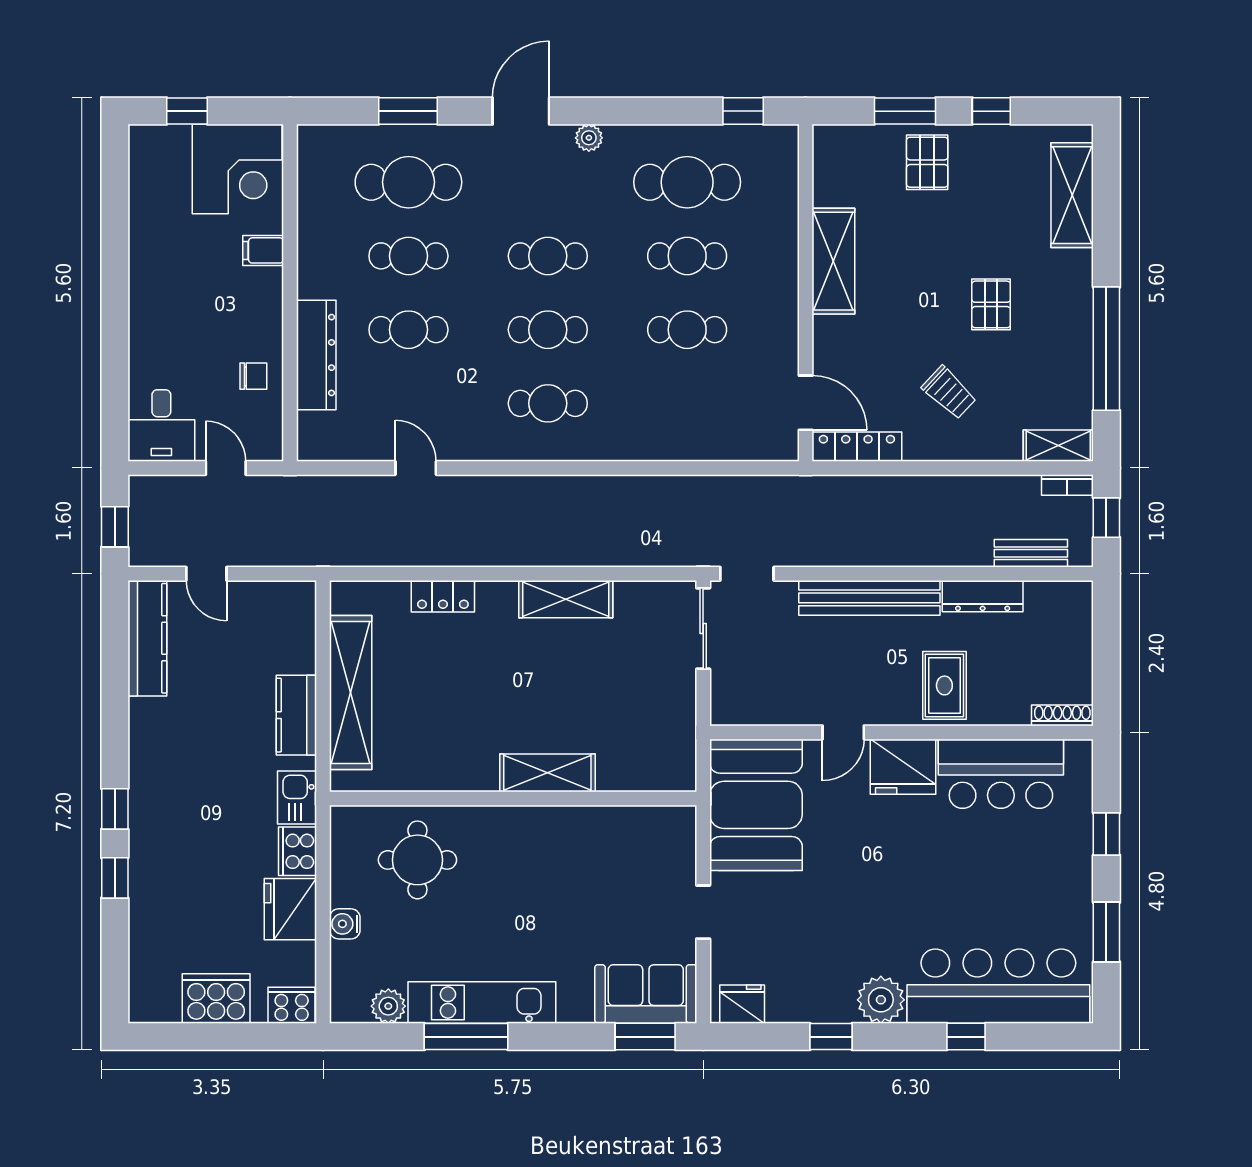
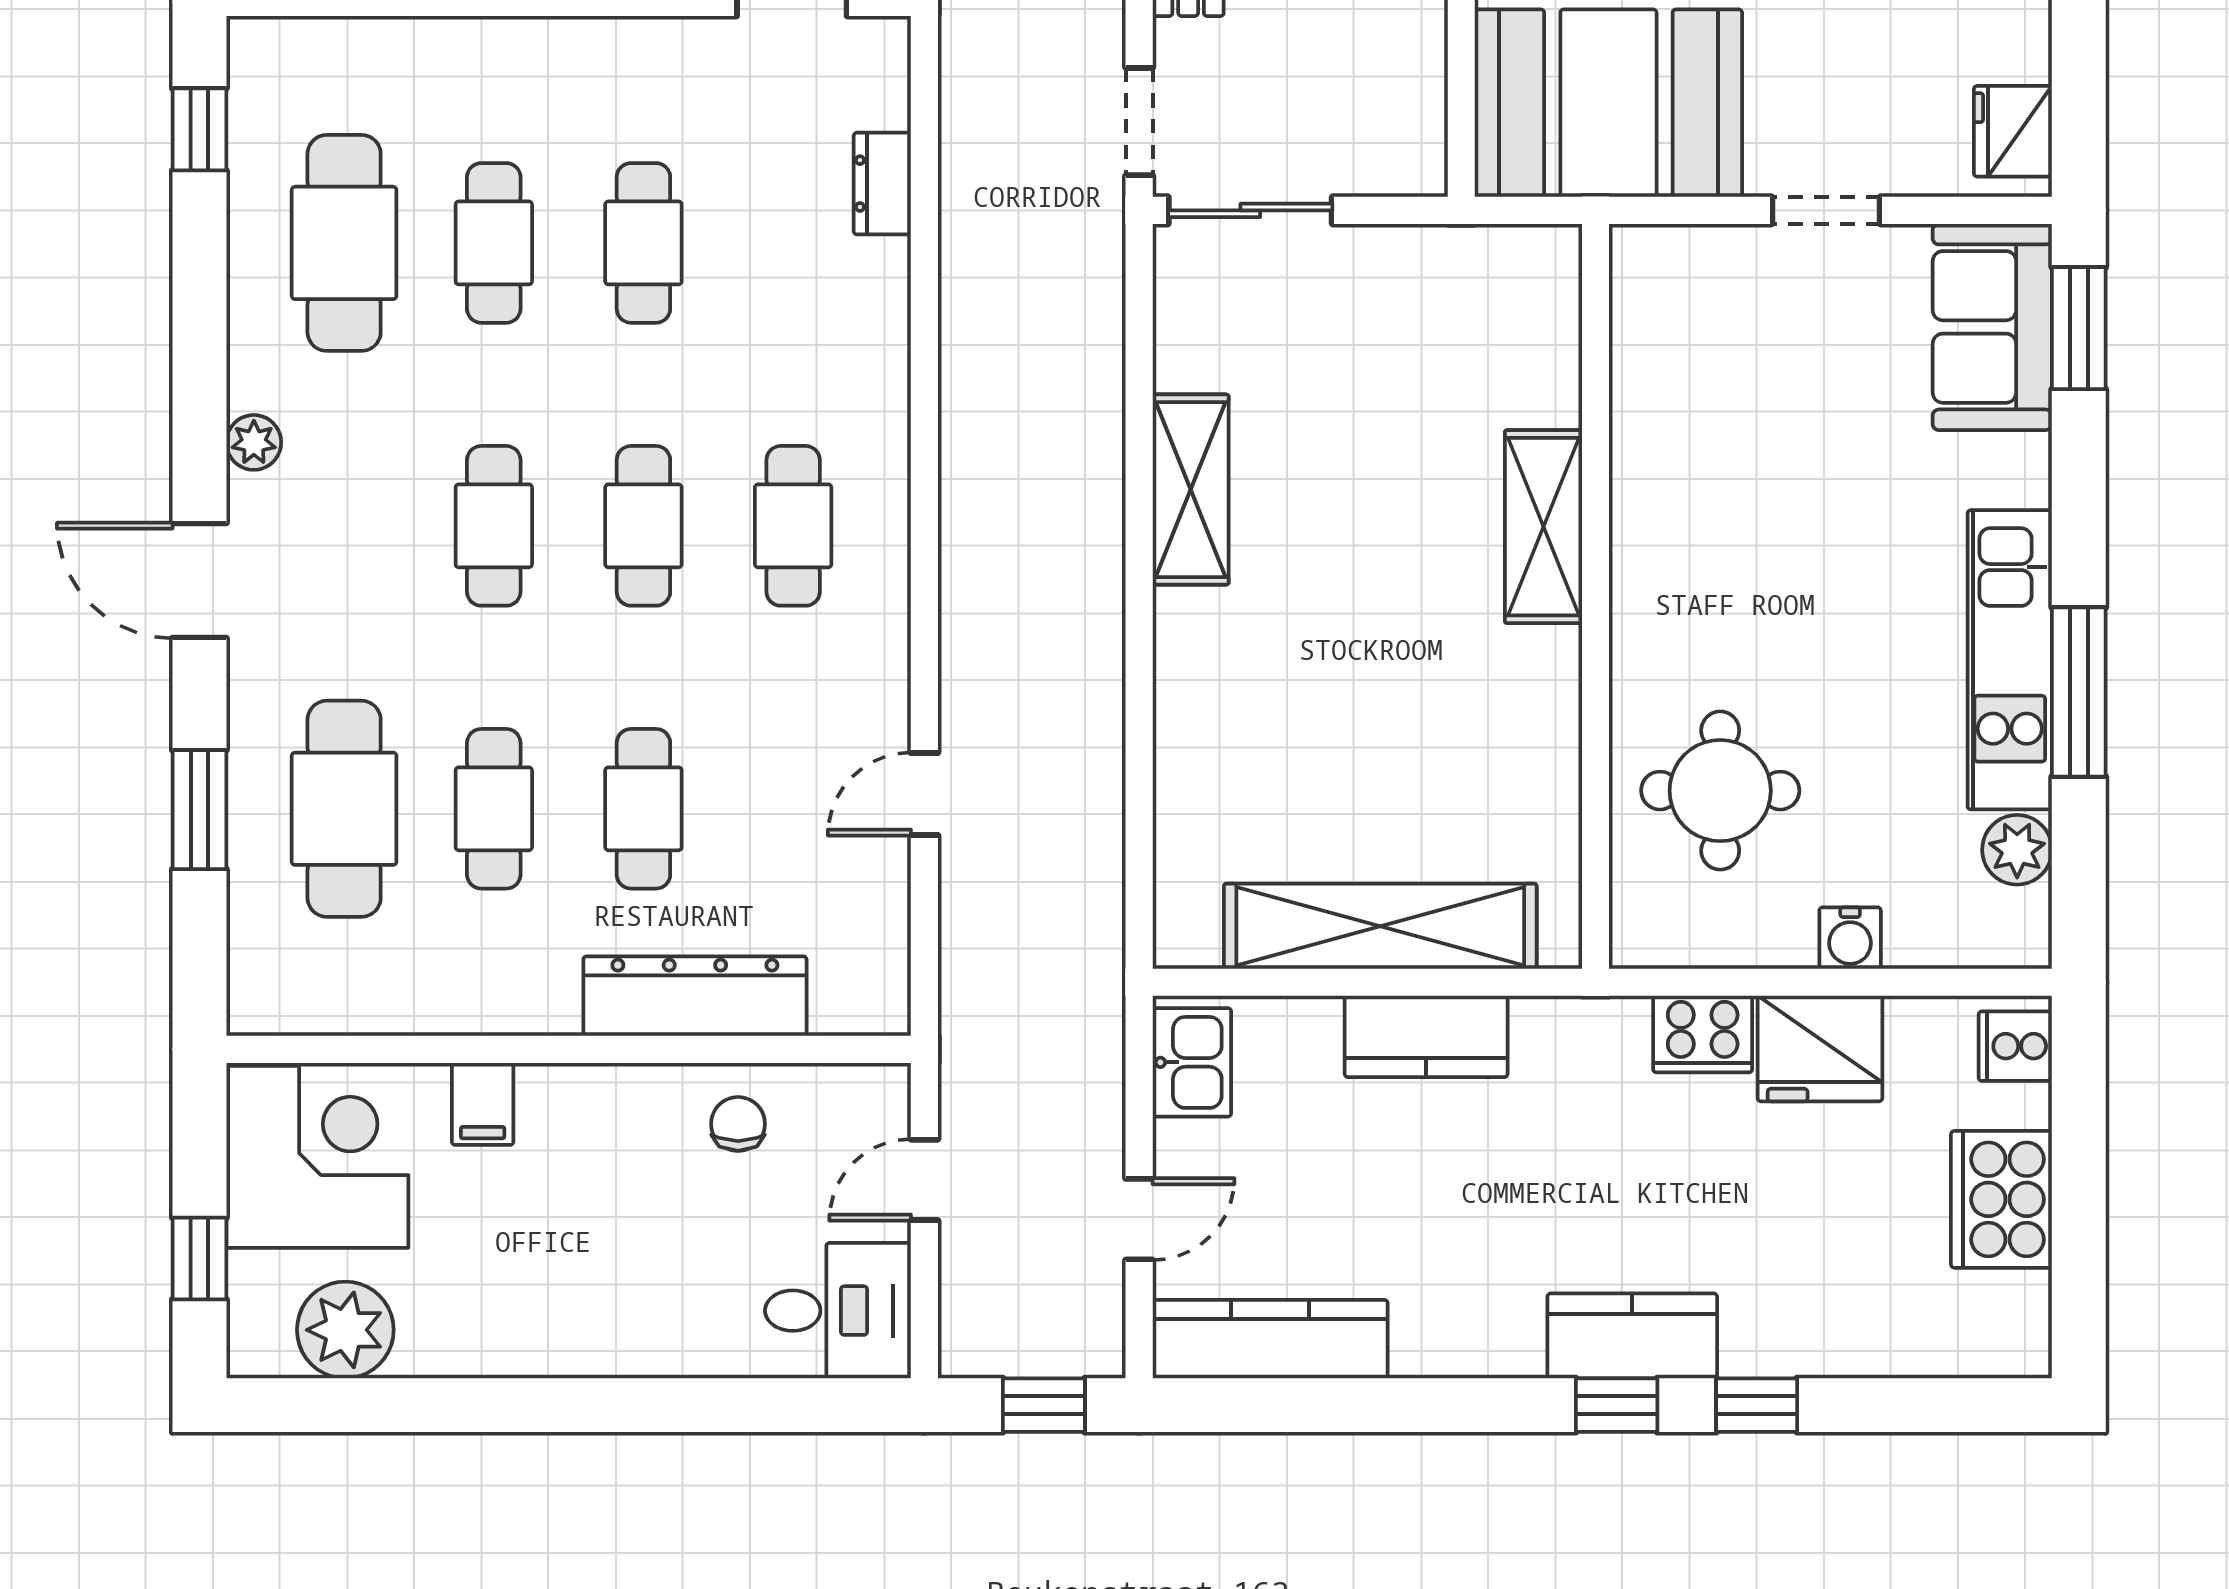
plant: (152, 183) -> (345, 1330), added
dresser: (716, 447) -> (882, 184), added
locker: (443, 596) -> (1185, 739), removed
kitchen sink: (297, 798) -> (1192, 1062), moved, turned -90
kitchen counter: (149, 817) -> (1632, 1336), added
cooker: (292, 1005) -> (2015, 1046), width x0.73

